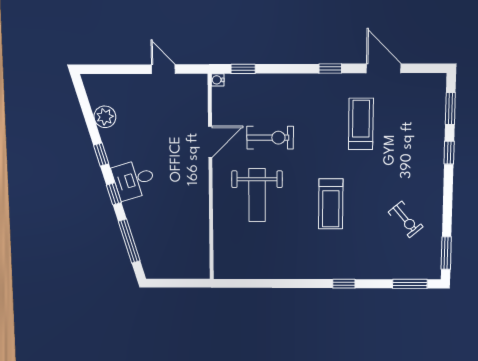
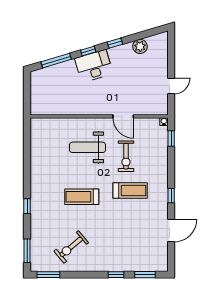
treadmill: (361, 124) -> (130, 190), moved
desk: (134, 180) -> (94, 66), width x1.37
exercise bike: (406, 219) -> (71, 247), width x1.38, depth x1.39

